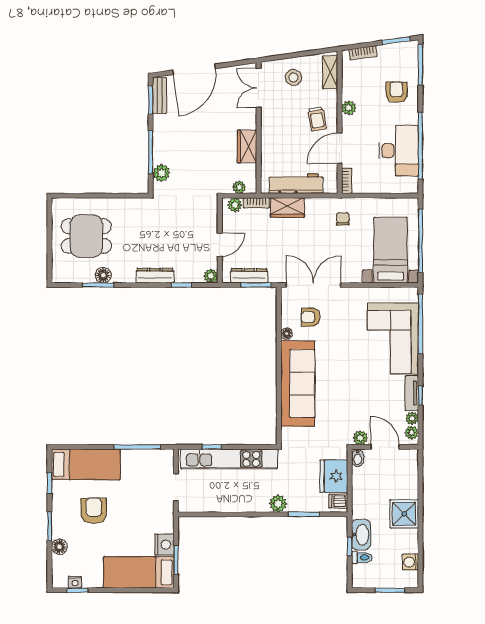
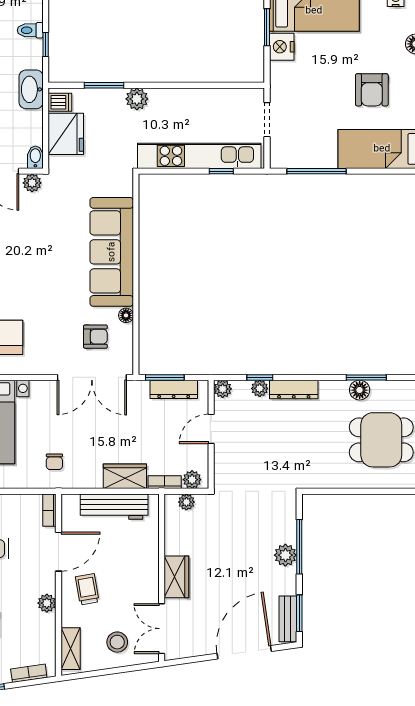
double door: (259, 88) -> (162, 629), swing flipped
wardrobe: (247, 146) -> (176, 577), moved
plant: (161, 173) -> (285, 555), moved
plant: (182, 276) -> (260, 388), added
washbasin: (361, 535) -> (31, 89), moved

